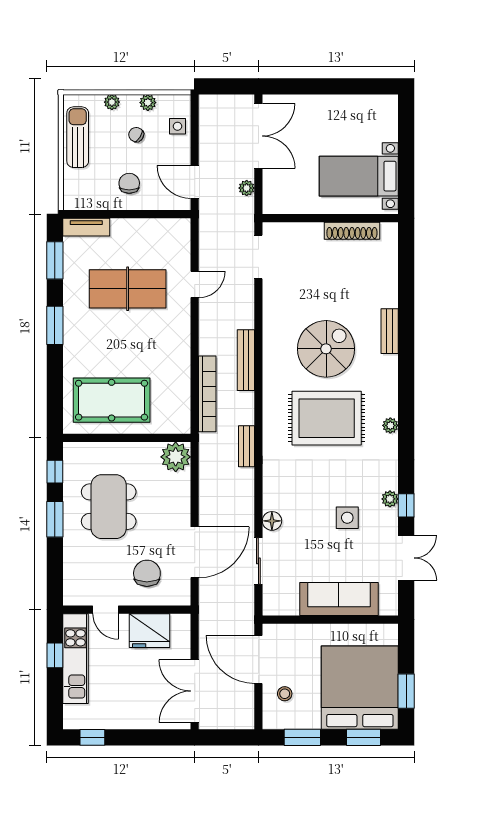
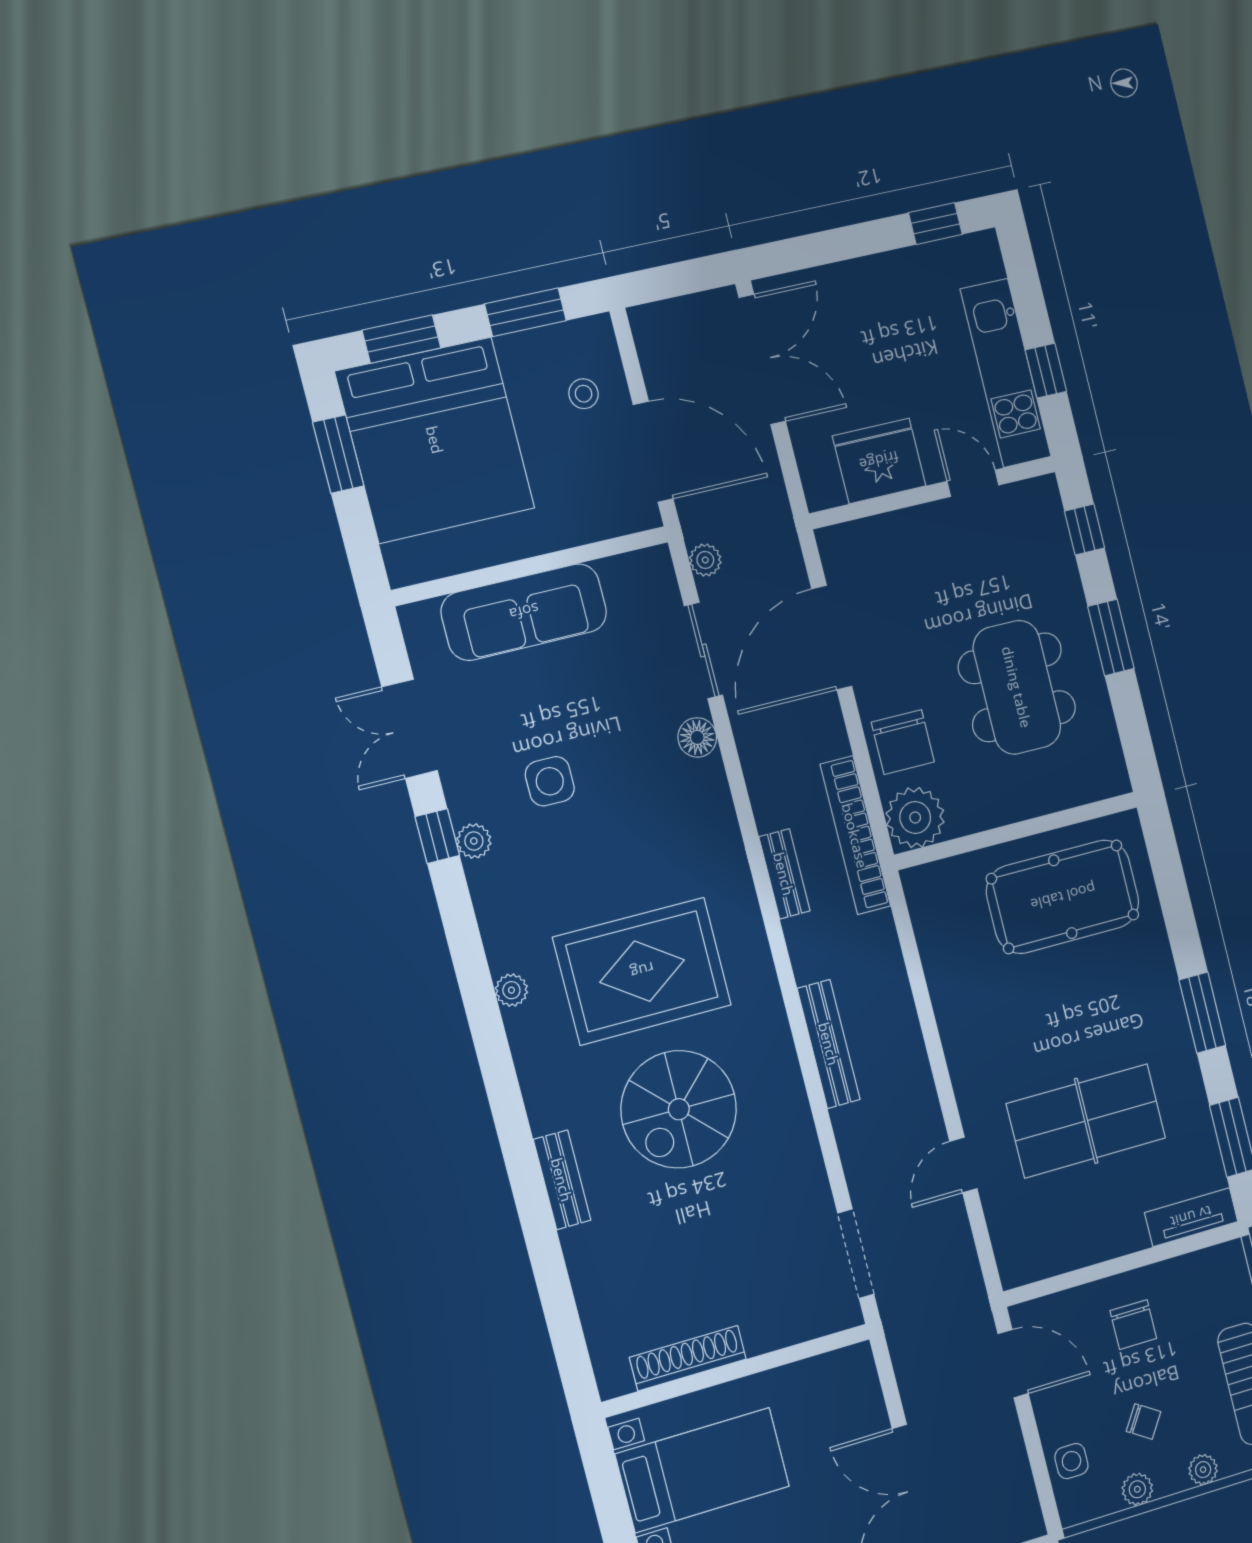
plant: (247, 188) -> (705, 560), moved
bookcase: (207, 394) -> (855, 835), moved
window: (55, 472) -> (1085, 529), moved
chair: (147, 573) -> (903, 742), moved

